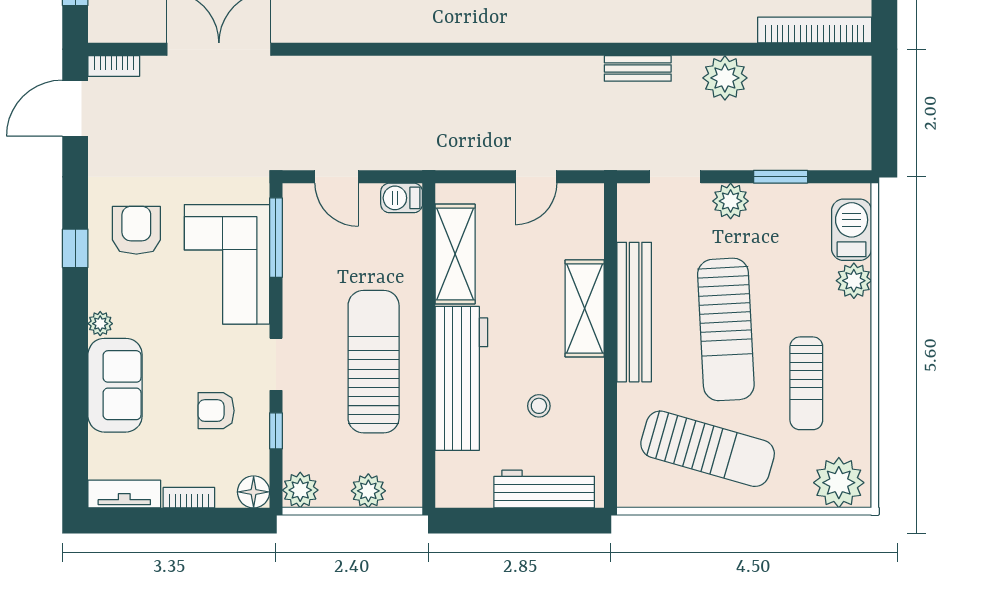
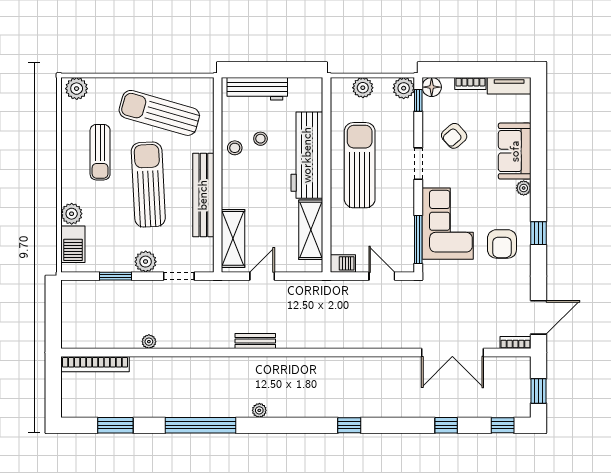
bench: (638, 68) -> (255, 341), moved
plant: (725, 78) -> (149, 342), width x0.53, depth x0.53
shelving: (585, 308) -> (233, 238), moved
sun lounger: (374, 362) -> (360, 165), turned 180
sun lounger: (806, 383) -> (100, 152), turned 180
stool: (582, 391) -> (235, 148), added
armchair: (216, 411) -> (454, 136), turned 139
window: (276, 431) -> (418, 100), moved
plant: (839, 483) -> (77, 89), width x0.73, depth x0.73

